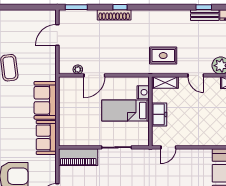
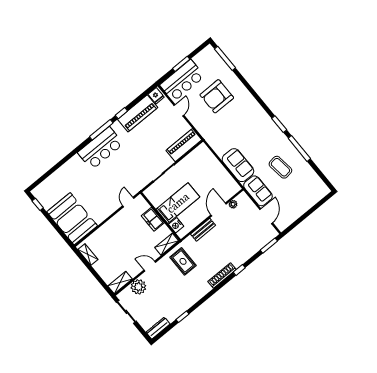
shoe rack: (114, 15) -> (222, 275), moved
bench: (205, 15) -> (203, 230), moved
rug: (163, 56) -> (183, 261), turned 90
sofa: (46, 137) -> (258, 191), moved

